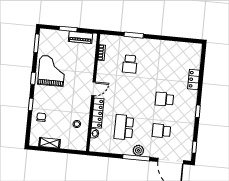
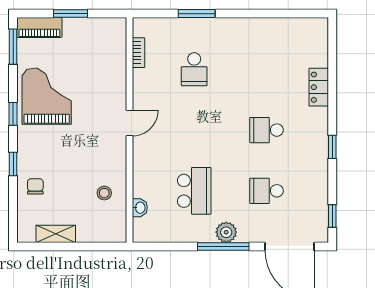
piano: (81, 37) -> (39, 27), moved
locker: (98, 113) -> (142, 169), removed
school desk: (124, 127) -> (194, 191), turned 180

